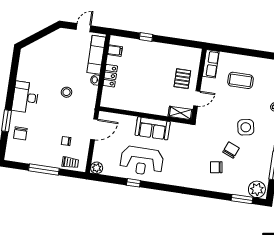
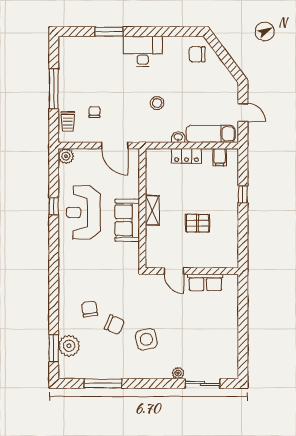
row of seats: (211, 64) -> (205, 282), moved
pallet: (182, 79) -> (198, 223), moved
coffee table: (240, 80) -> (205, 324), removed
shelving: (180, 113) -> (152, 210), moved
chair: (20, 133) -> (197, 54), moved
plant: (257, 189) -> (69, 346), moved

